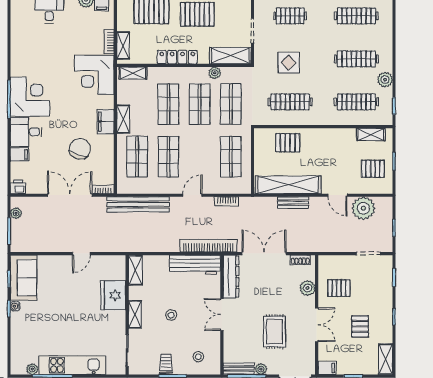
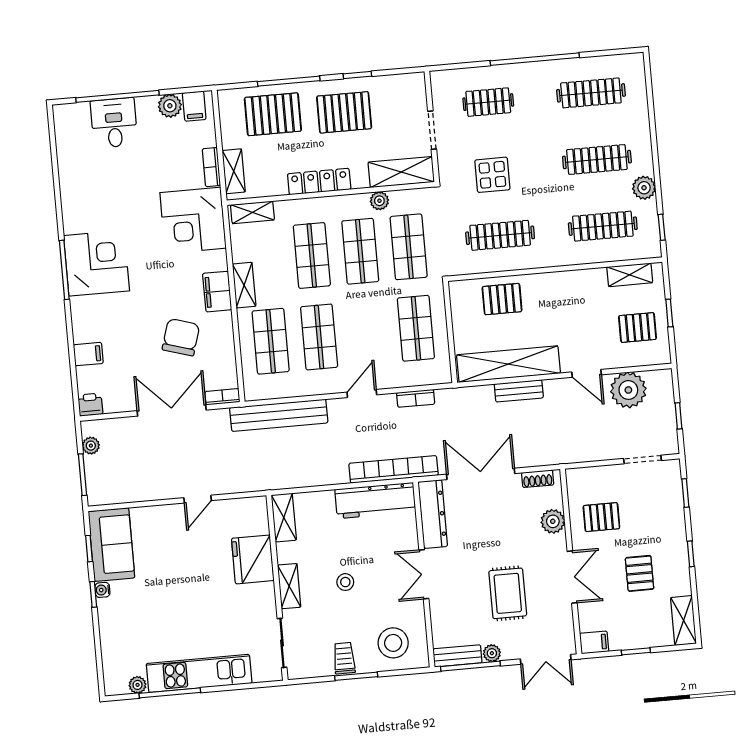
desk: (26, 132) -> (95, 318), removed
stool: (198, 357) -> (393, 643), width x1.89, depth x1.89

